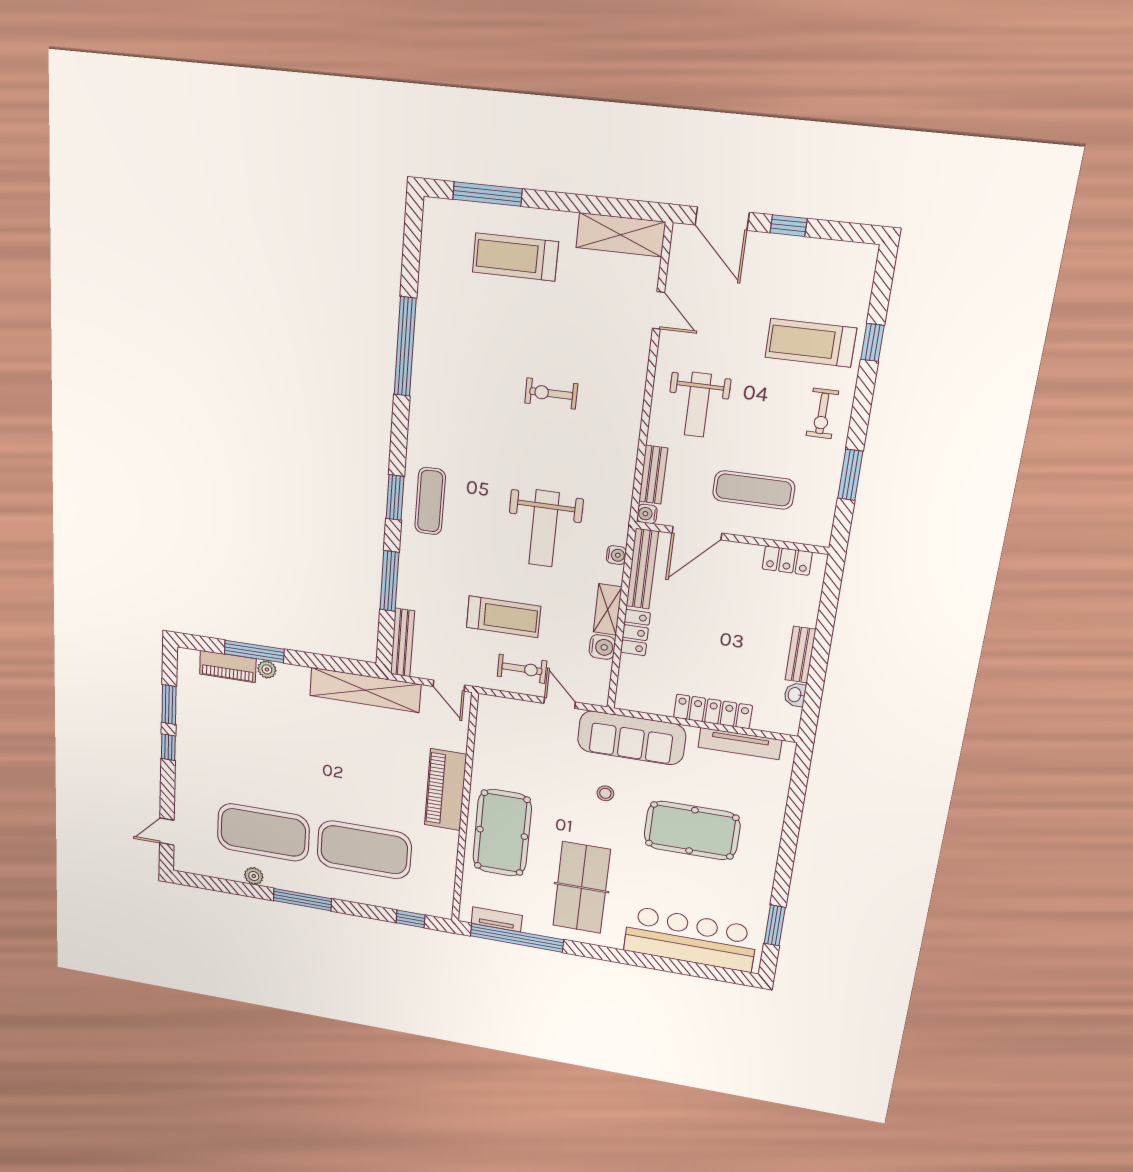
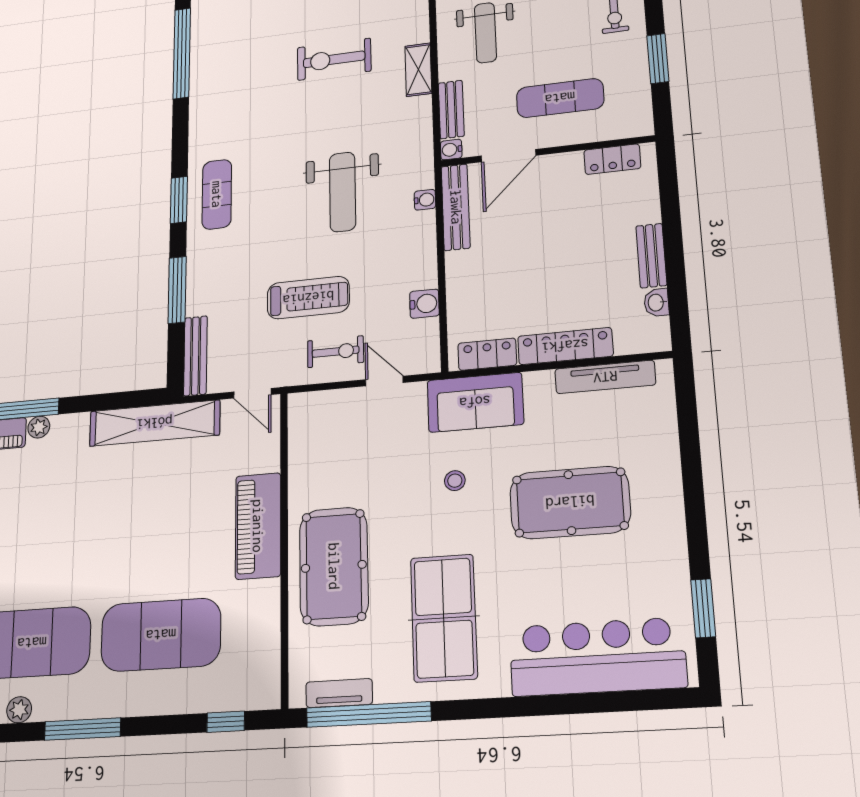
exercise bike: (551, 393) -> (334, 59), width x1.38, depth x1.39
shelving: (608, 610) -> (418, 70), moved
locker: (635, 633) -> (487, 354), moved, turned -90
sofa: (631, 738) -> (475, 402), width x0.73

